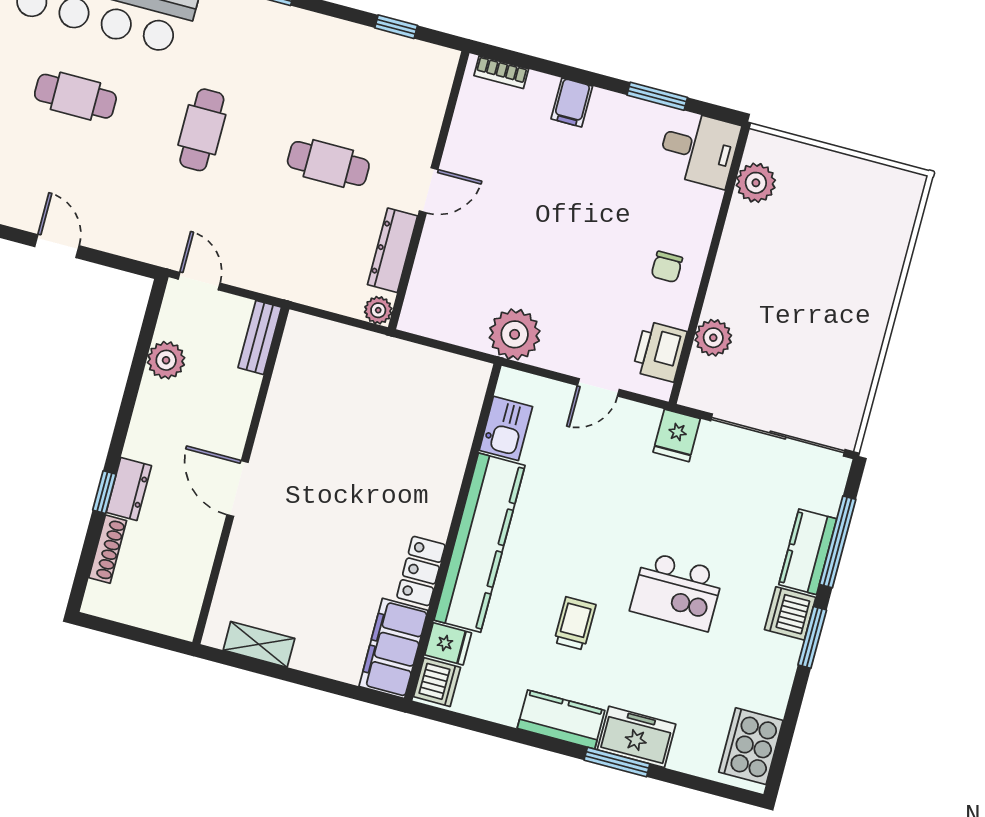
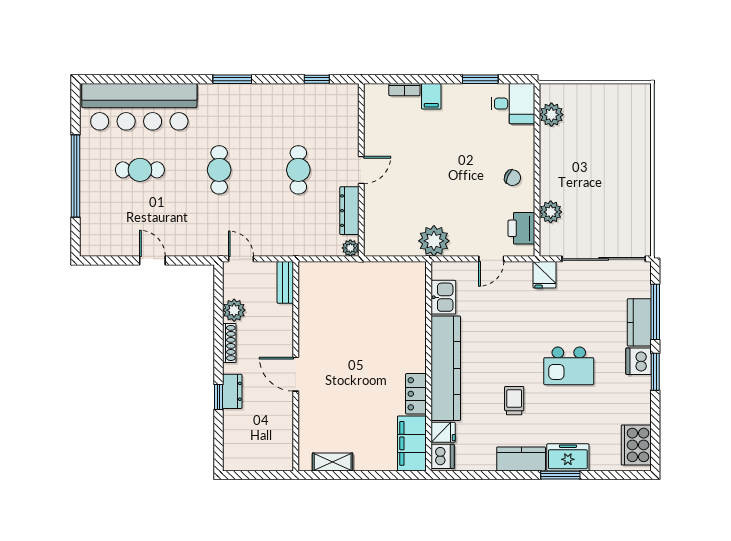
bookcase: (501, 72) -> (404, 90), moved
cafe table: (328, 163) -> (298, 170), turned 90
chair: (667, 267) -> (512, 178), turned -65
shoe rack: (108, 549) -> (229, 343), moved

